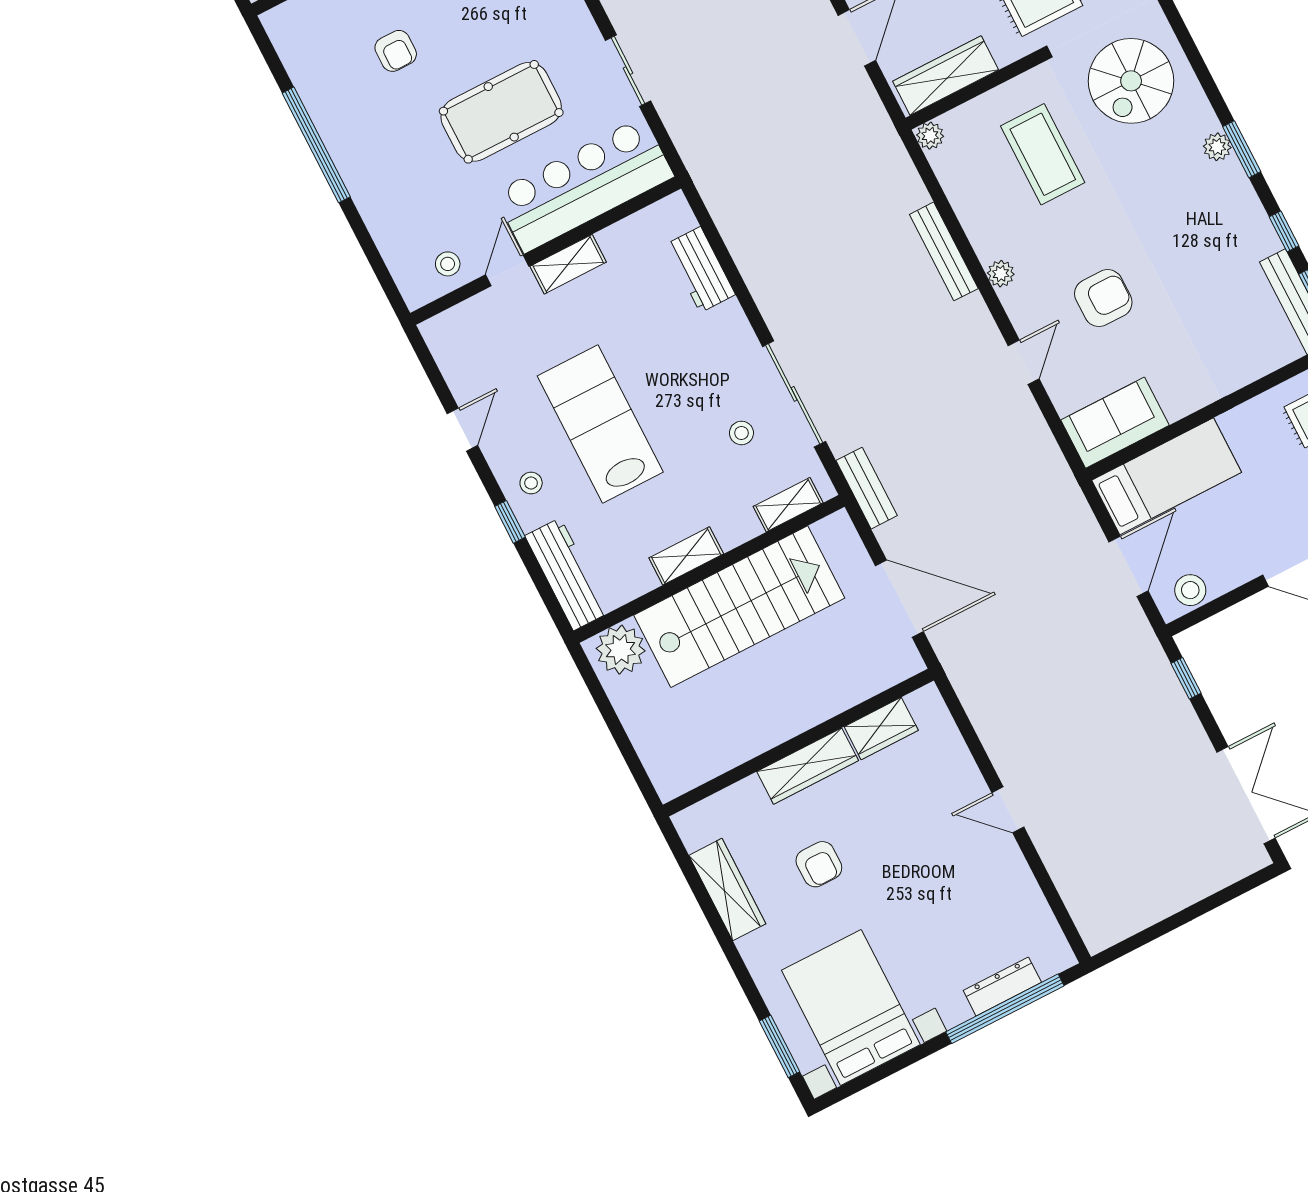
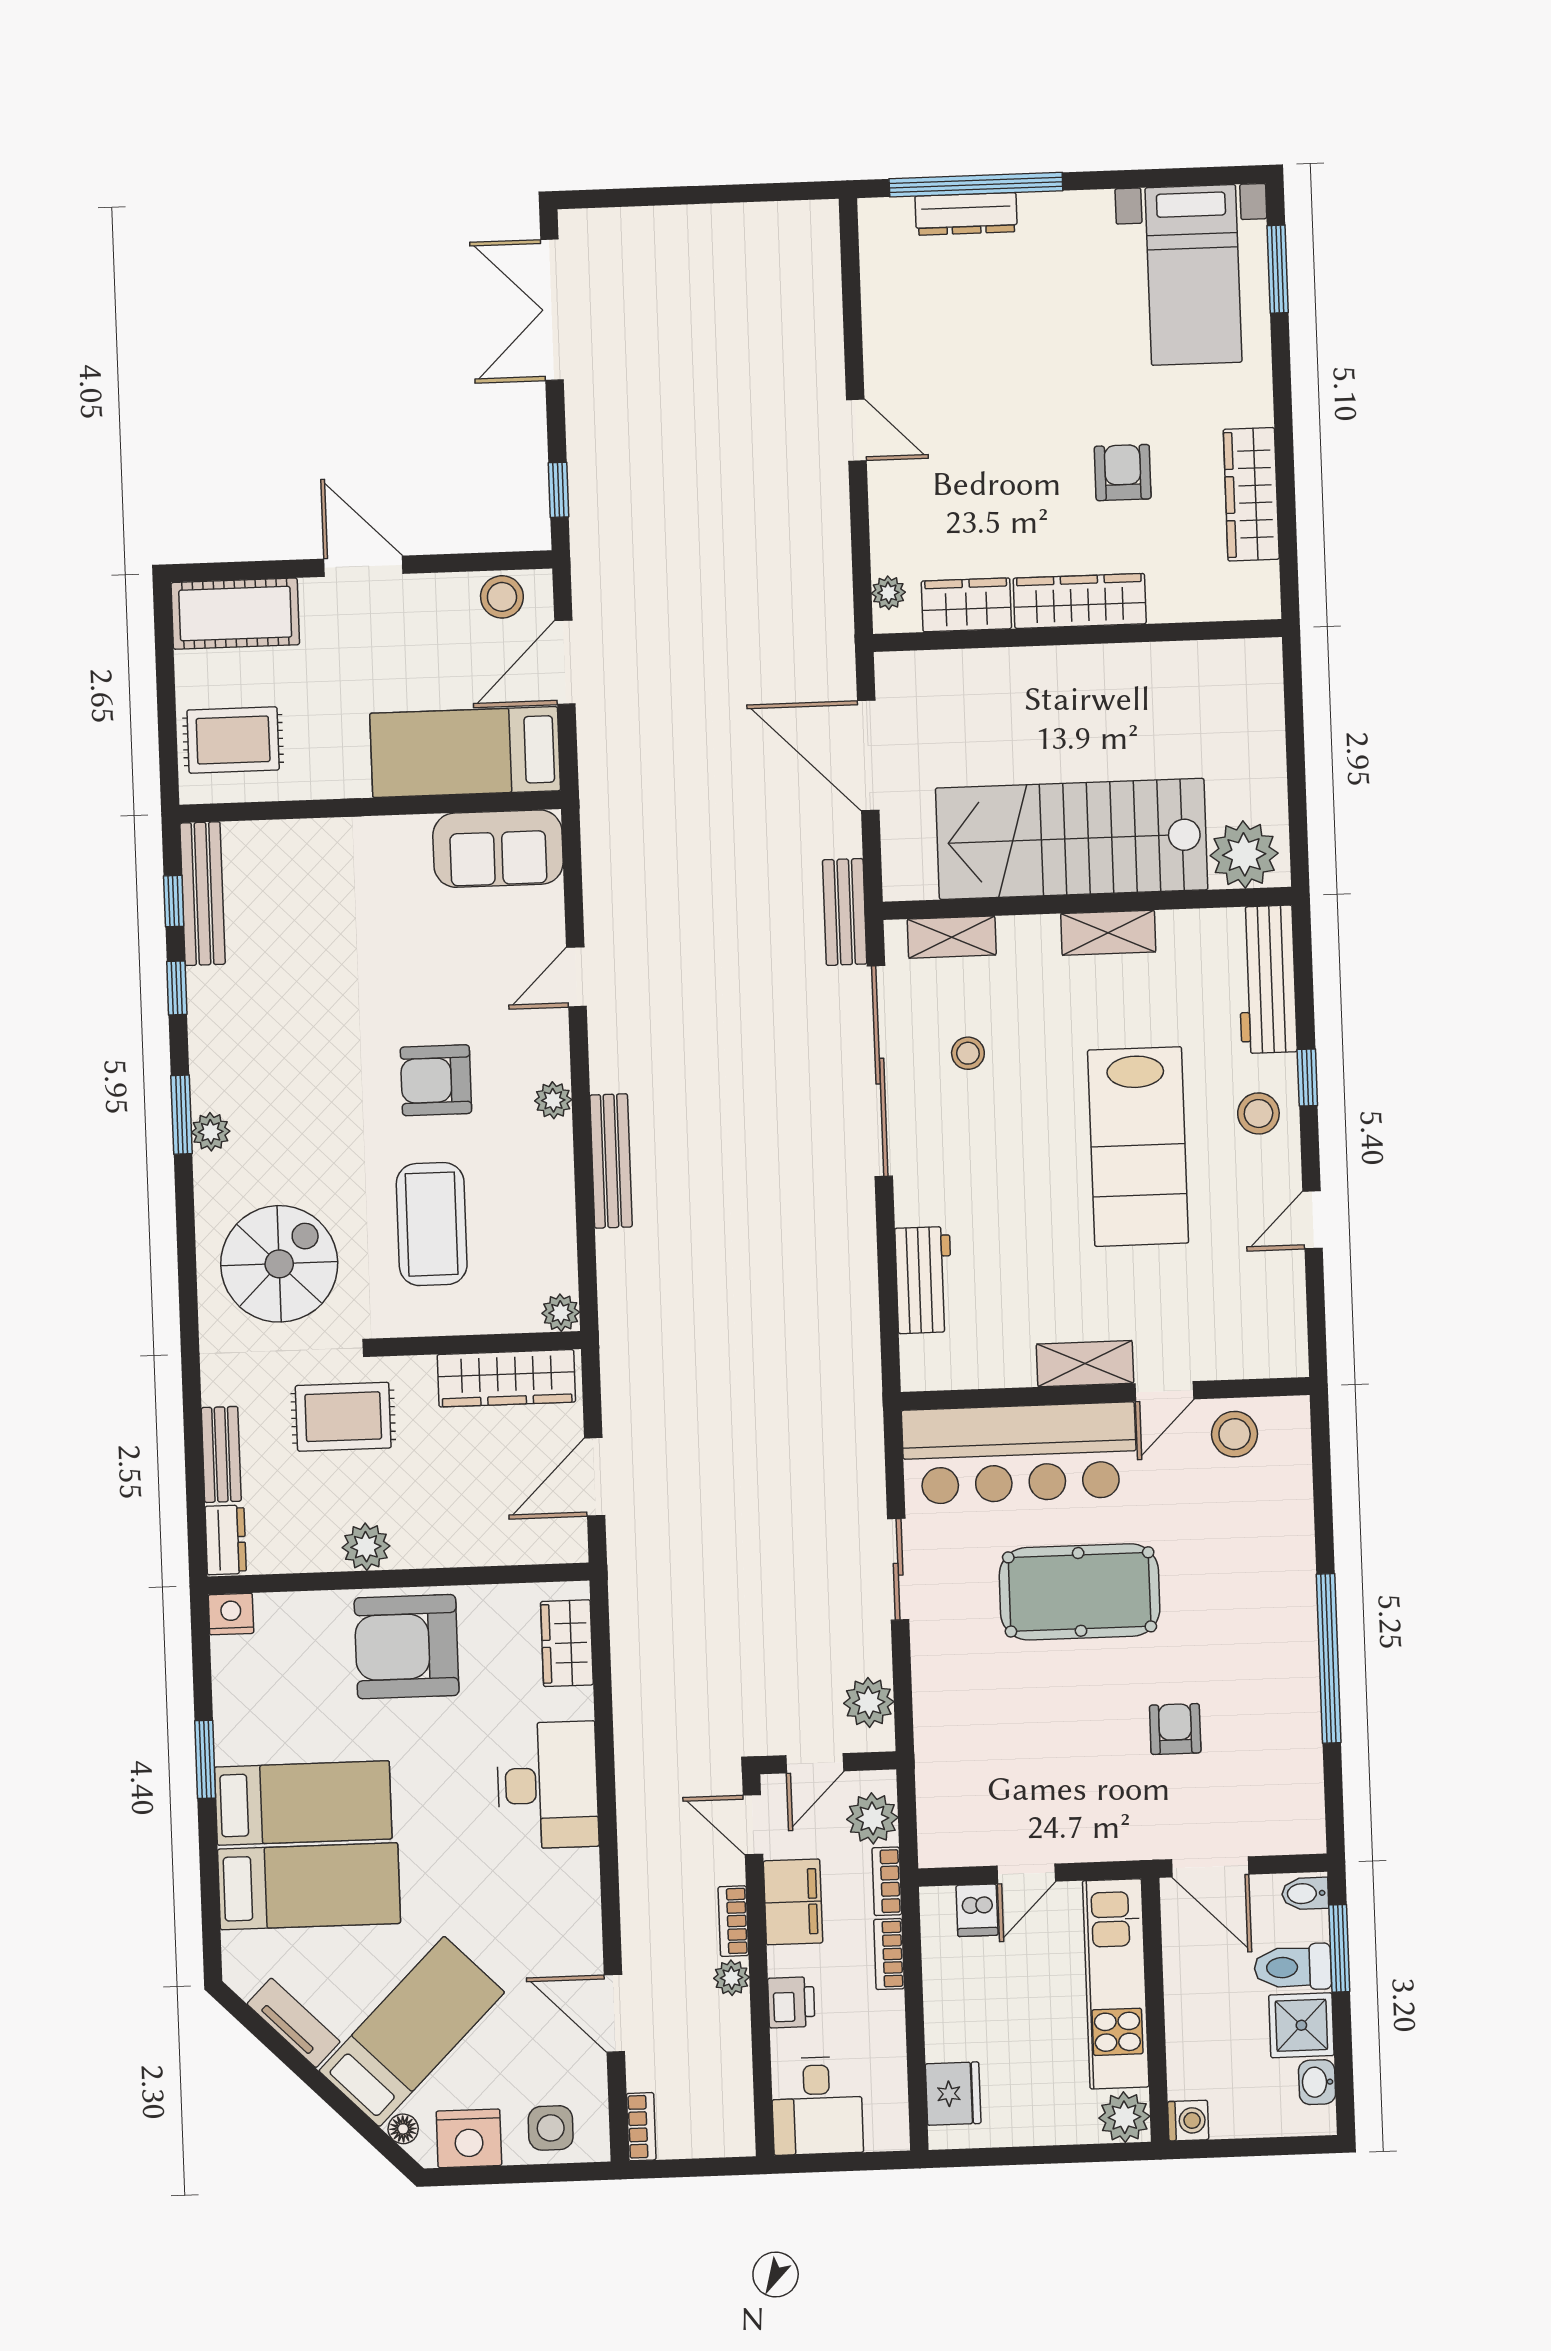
stool: (448, 264) -> (1235, 1434), width x1.37, depth x1.37
armchair: (1103, 298) -> (436, 1080), moved
sliding door: (794, 394) -> (880, 1071), width x1.36
stool: (531, 483) -> (1258, 1113), width x1.37, depth x1.37
plant: (936, 712) -> (888, 593), added
bed with nightstands: (851, 1007) -> (1193, 275), width x0.73

